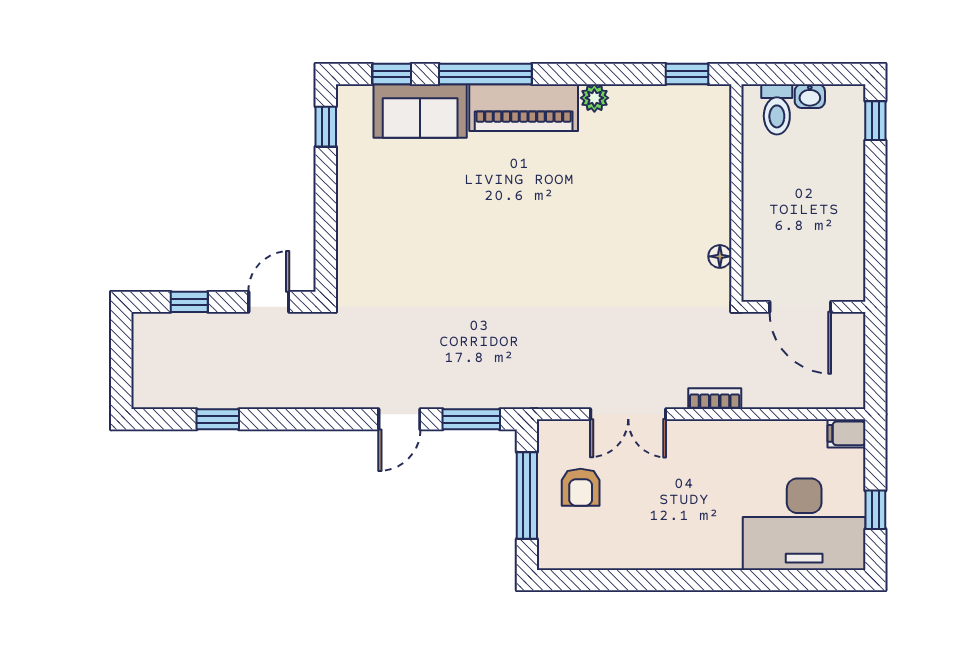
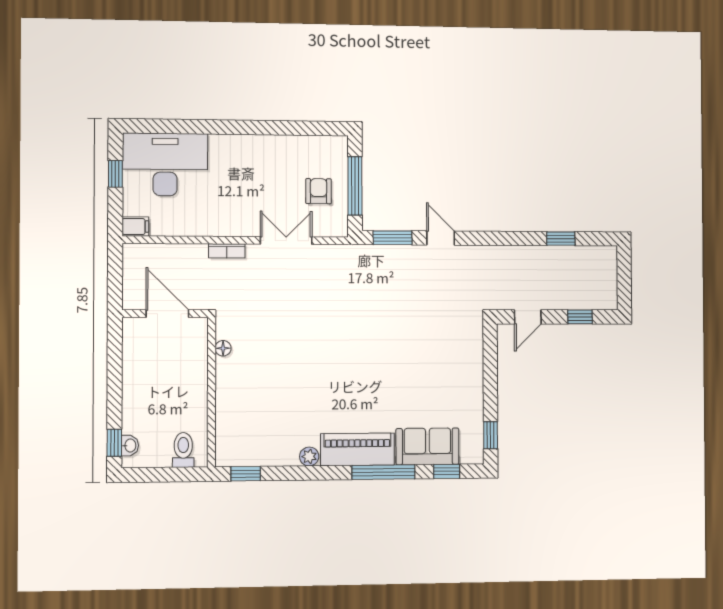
washbasin: (810, 96) -> (130, 446), moved, turned 90
door: (399, 419) -> (441, 238), hinge flipped

